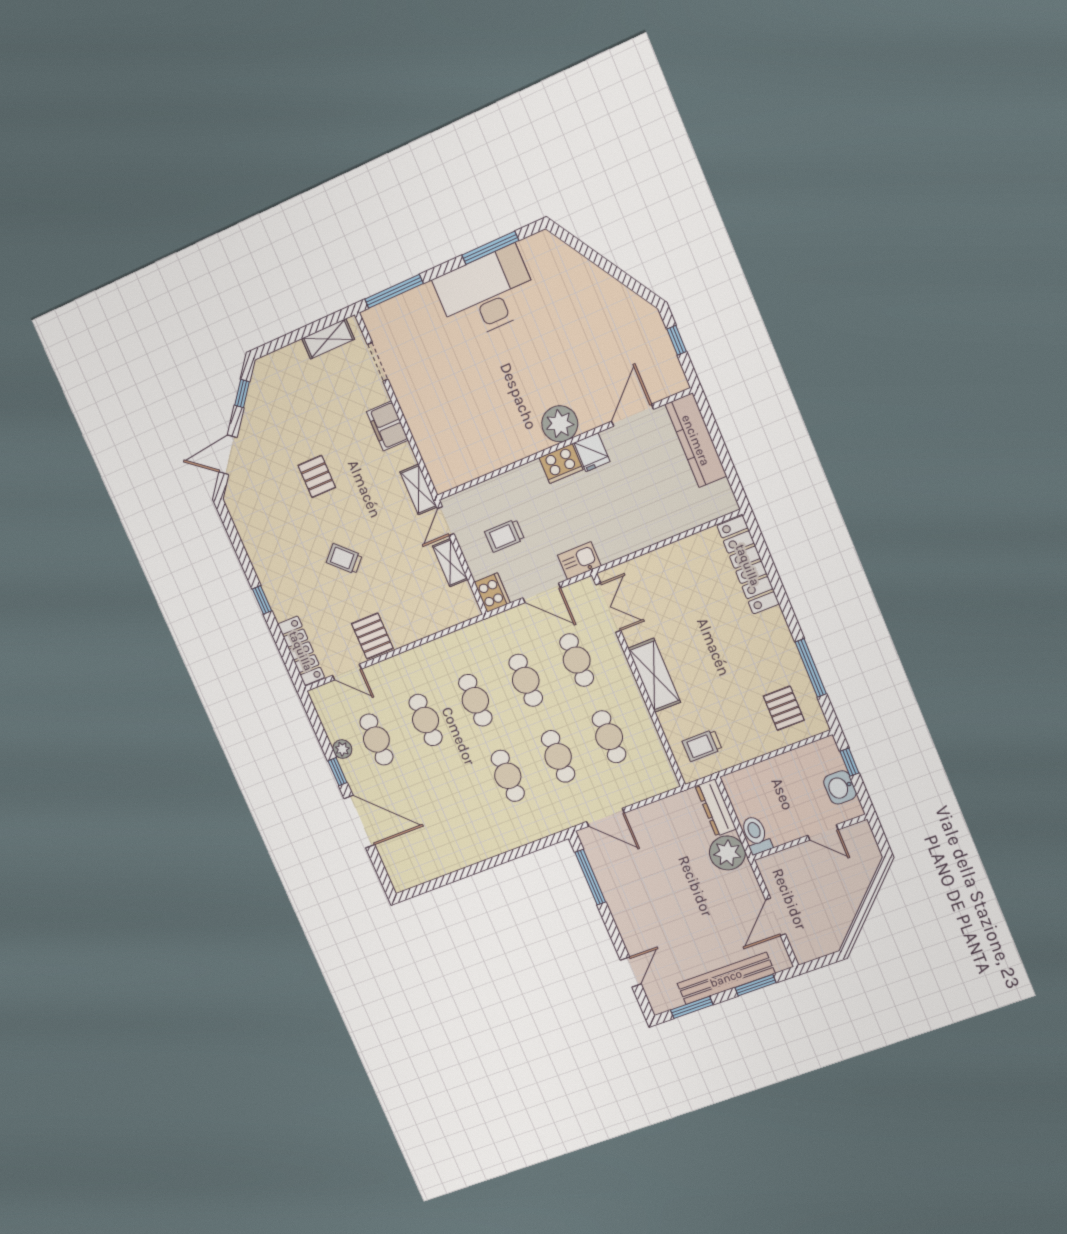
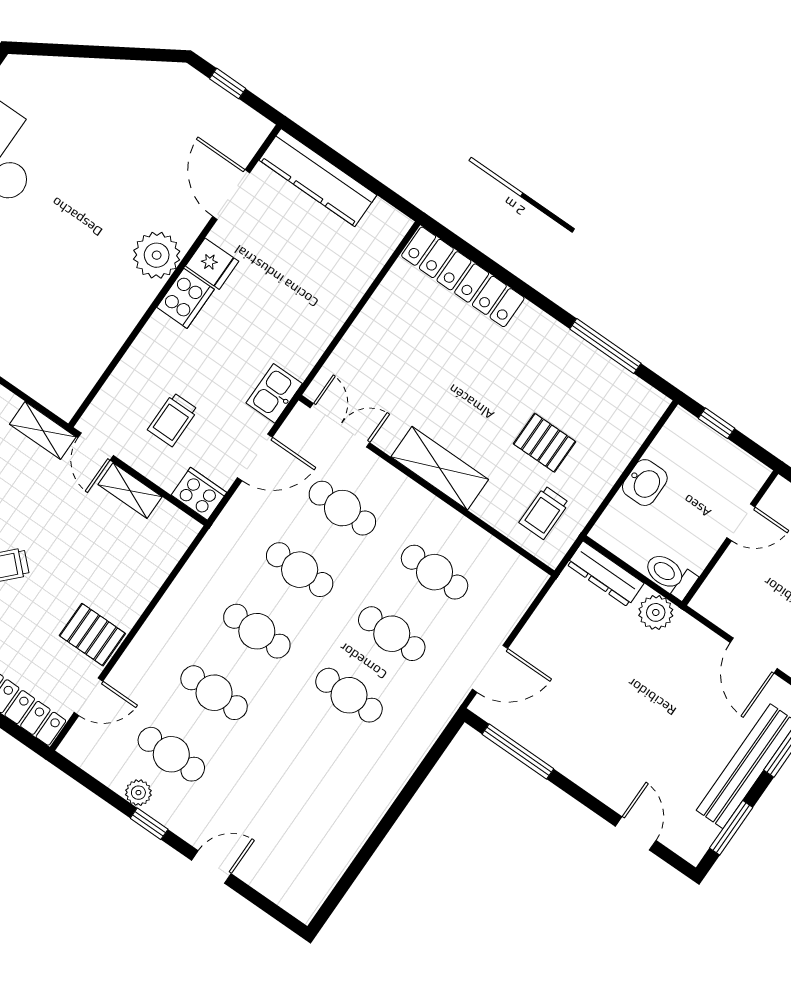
pallet: (784, 708) -> (544, 443), moved
washbasin: (840, 787) -> (645, 483), moved, turned -90
door: (359, 822) -> (211, 867), width x0.53
plant: (727, 853) -> (656, 612), width x0.73, depth x0.73

